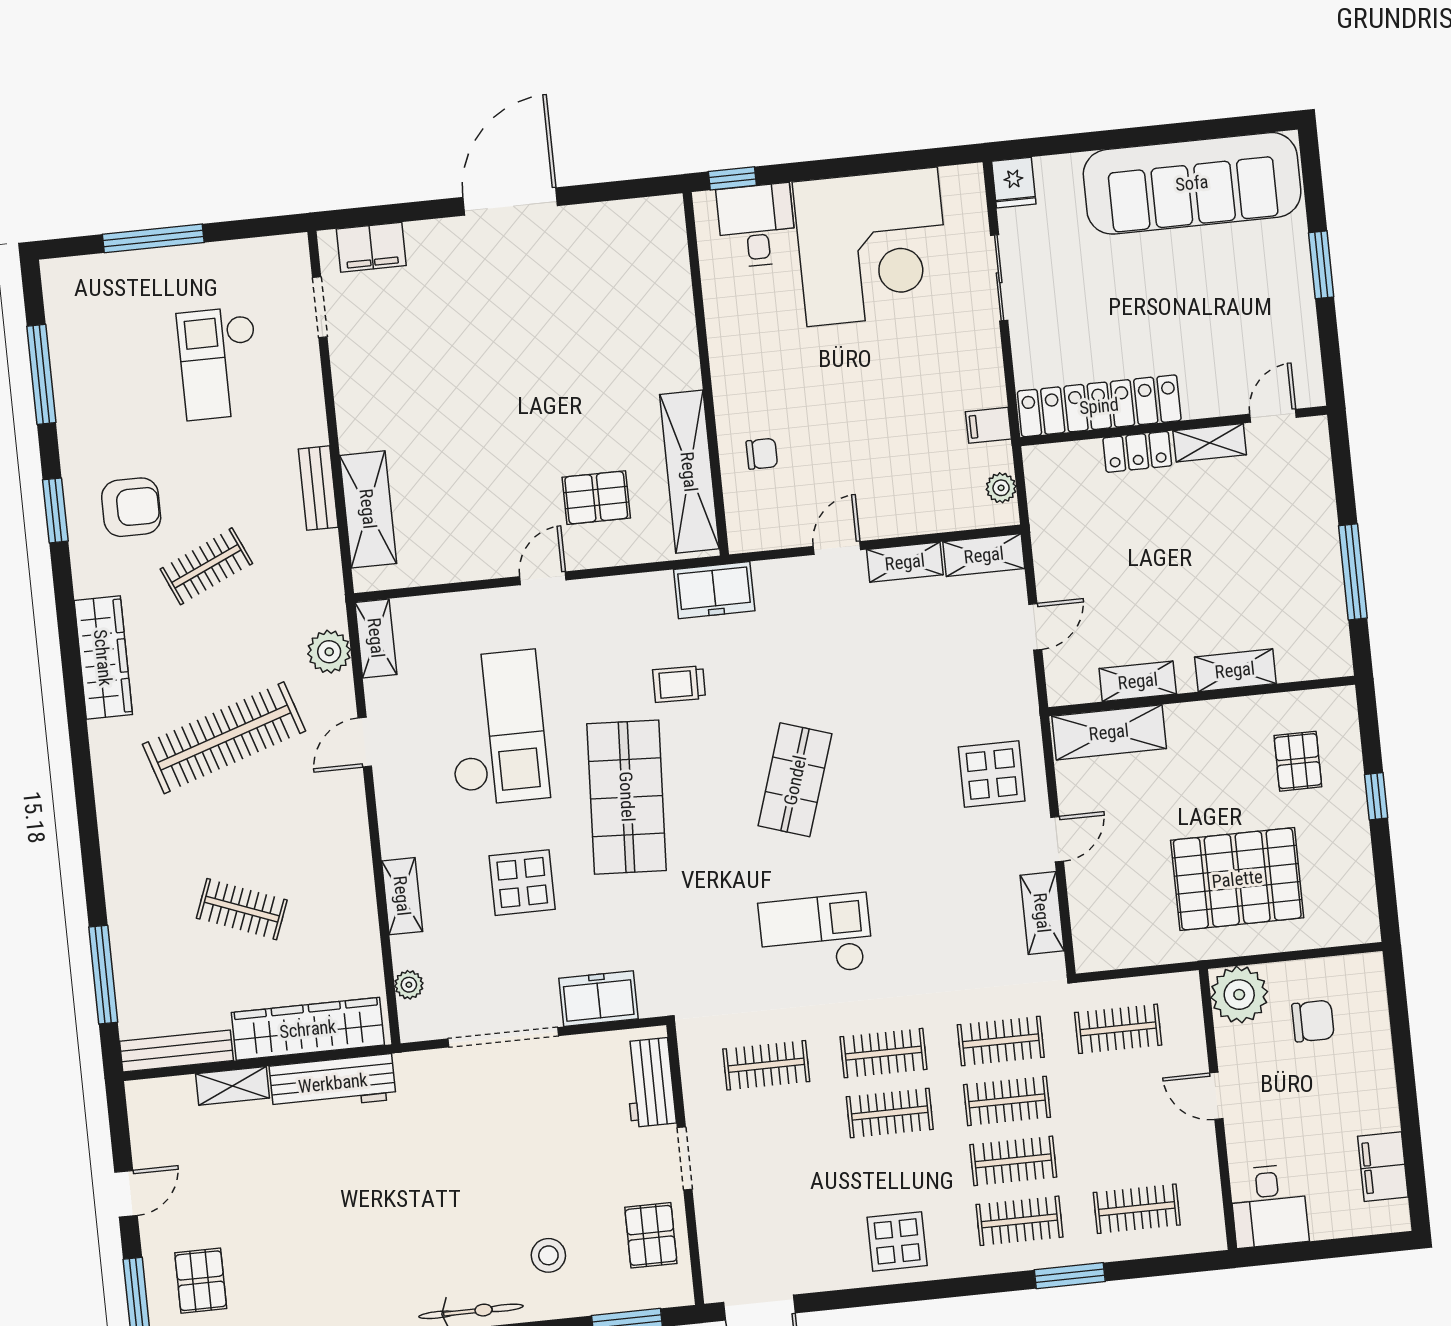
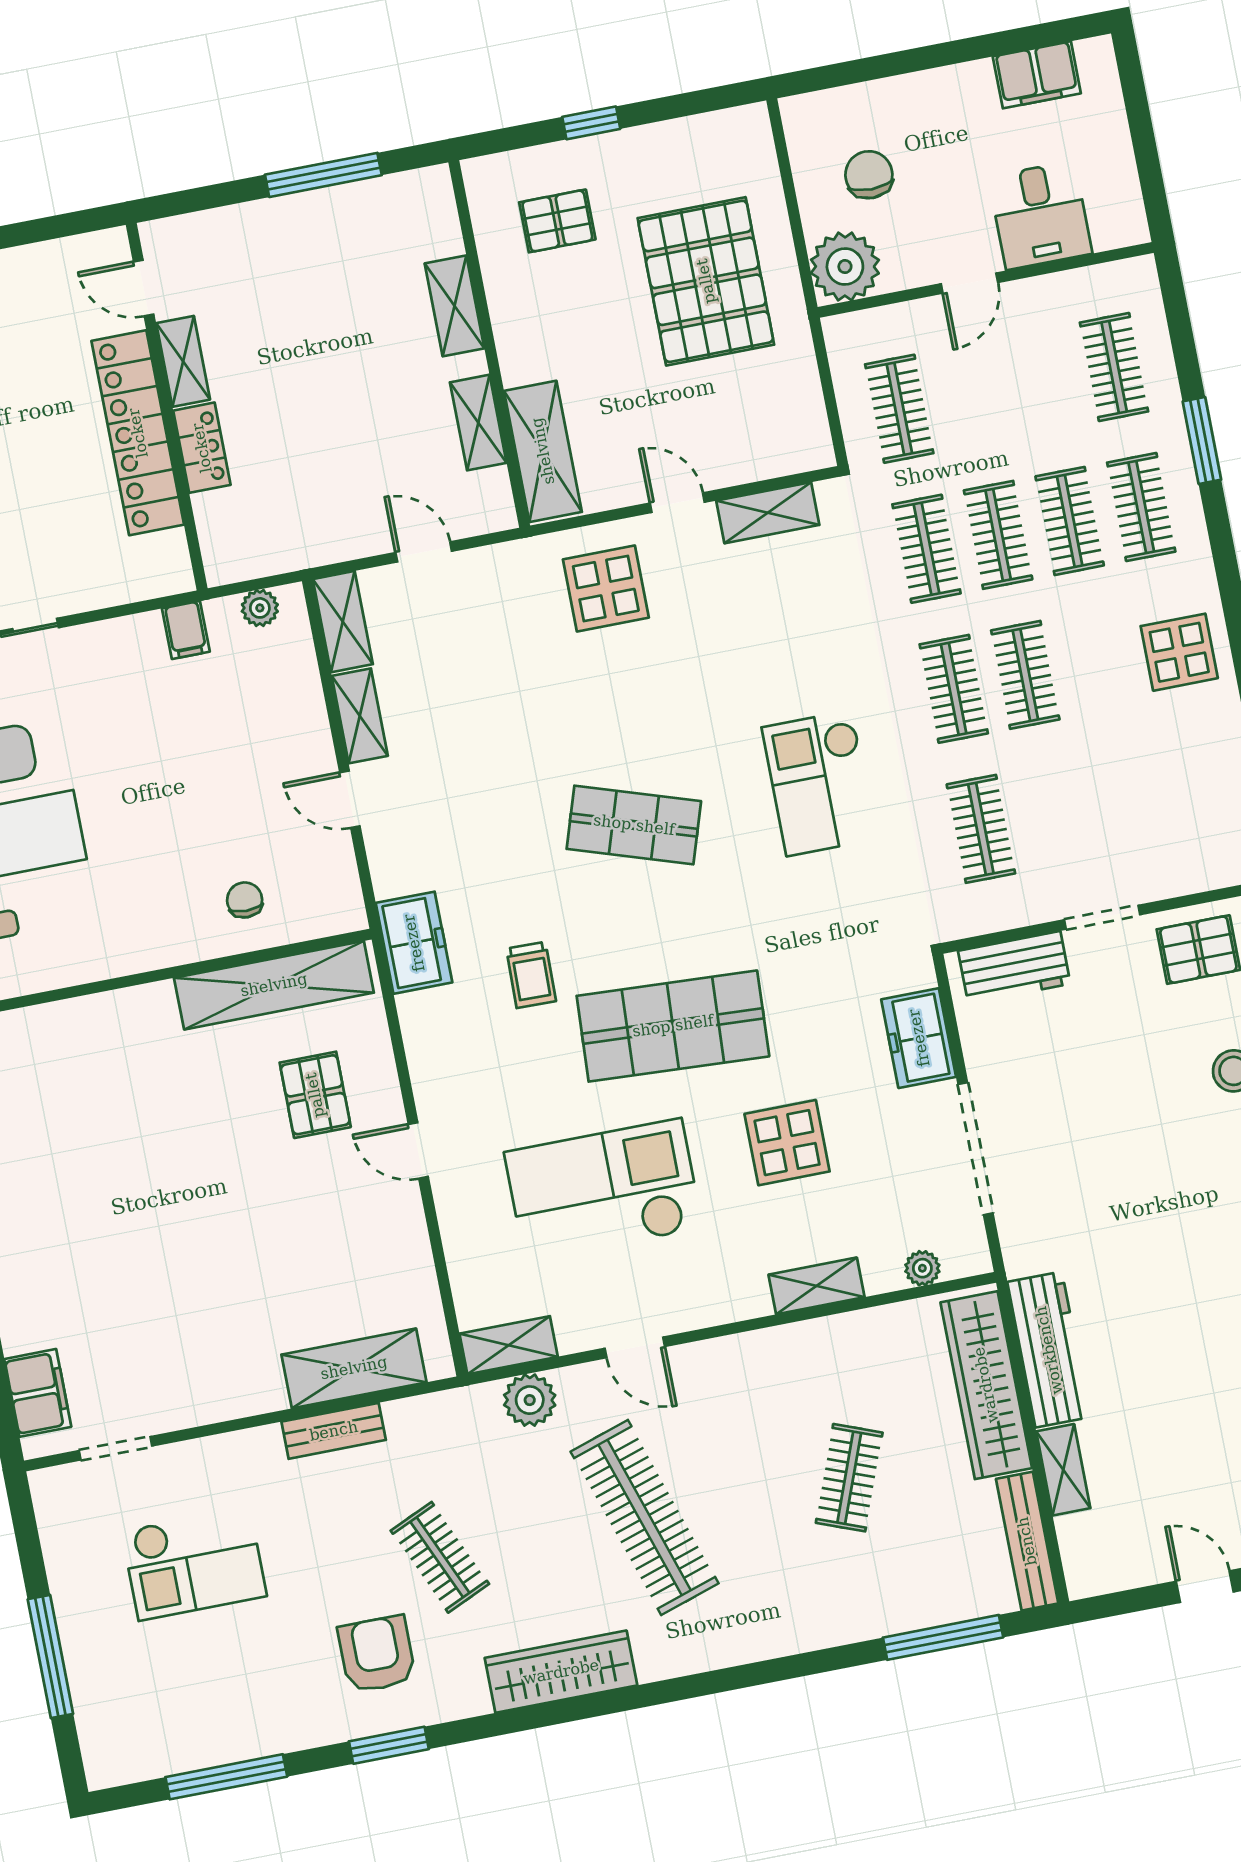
locker: (1099, 406) -> (138, 433), moved
desk: (1269, 1206) -> (1040, 215), moved, turned 90

